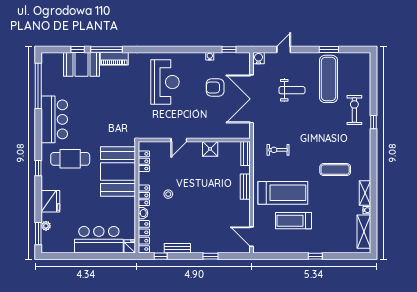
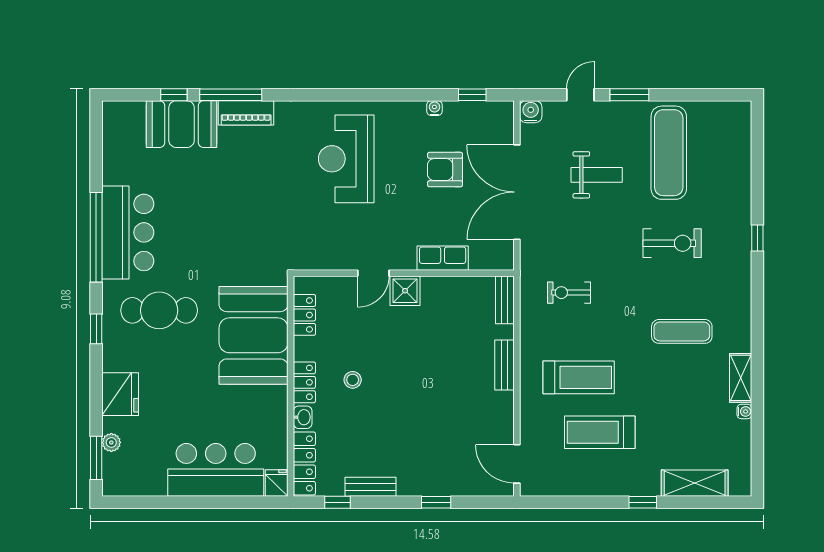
window: (329, 50) -> (629, 95), moved
reception desk: (165, 82) -> (346, 159), turned 180
window: (38, 86) -> (96, 237), moved
exercise bike: (354, 110) -> (672, 243), moved, turned 90
row of seats: (214, 132) -> (443, 258), added
shower: (210, 149) -> (405, 291), moved
treadmill: (283, 193) -> (579, 377), width x0.73, depth x0.73
shelving: (364, 232) -> (695, 483), moved, turned 90

